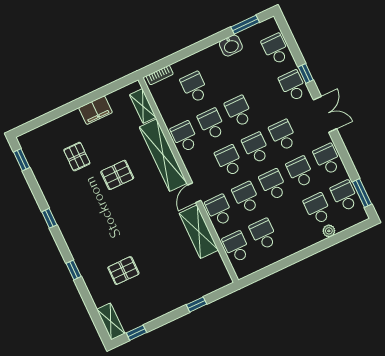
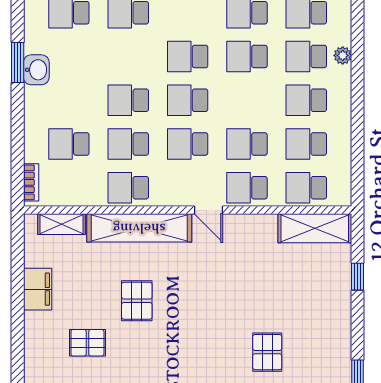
window: (245, 25) -> (18, 62), moved
school desk: (273, 185) -> (306, 100), moved
shelving: (199, 232) -> (315, 228), moved

